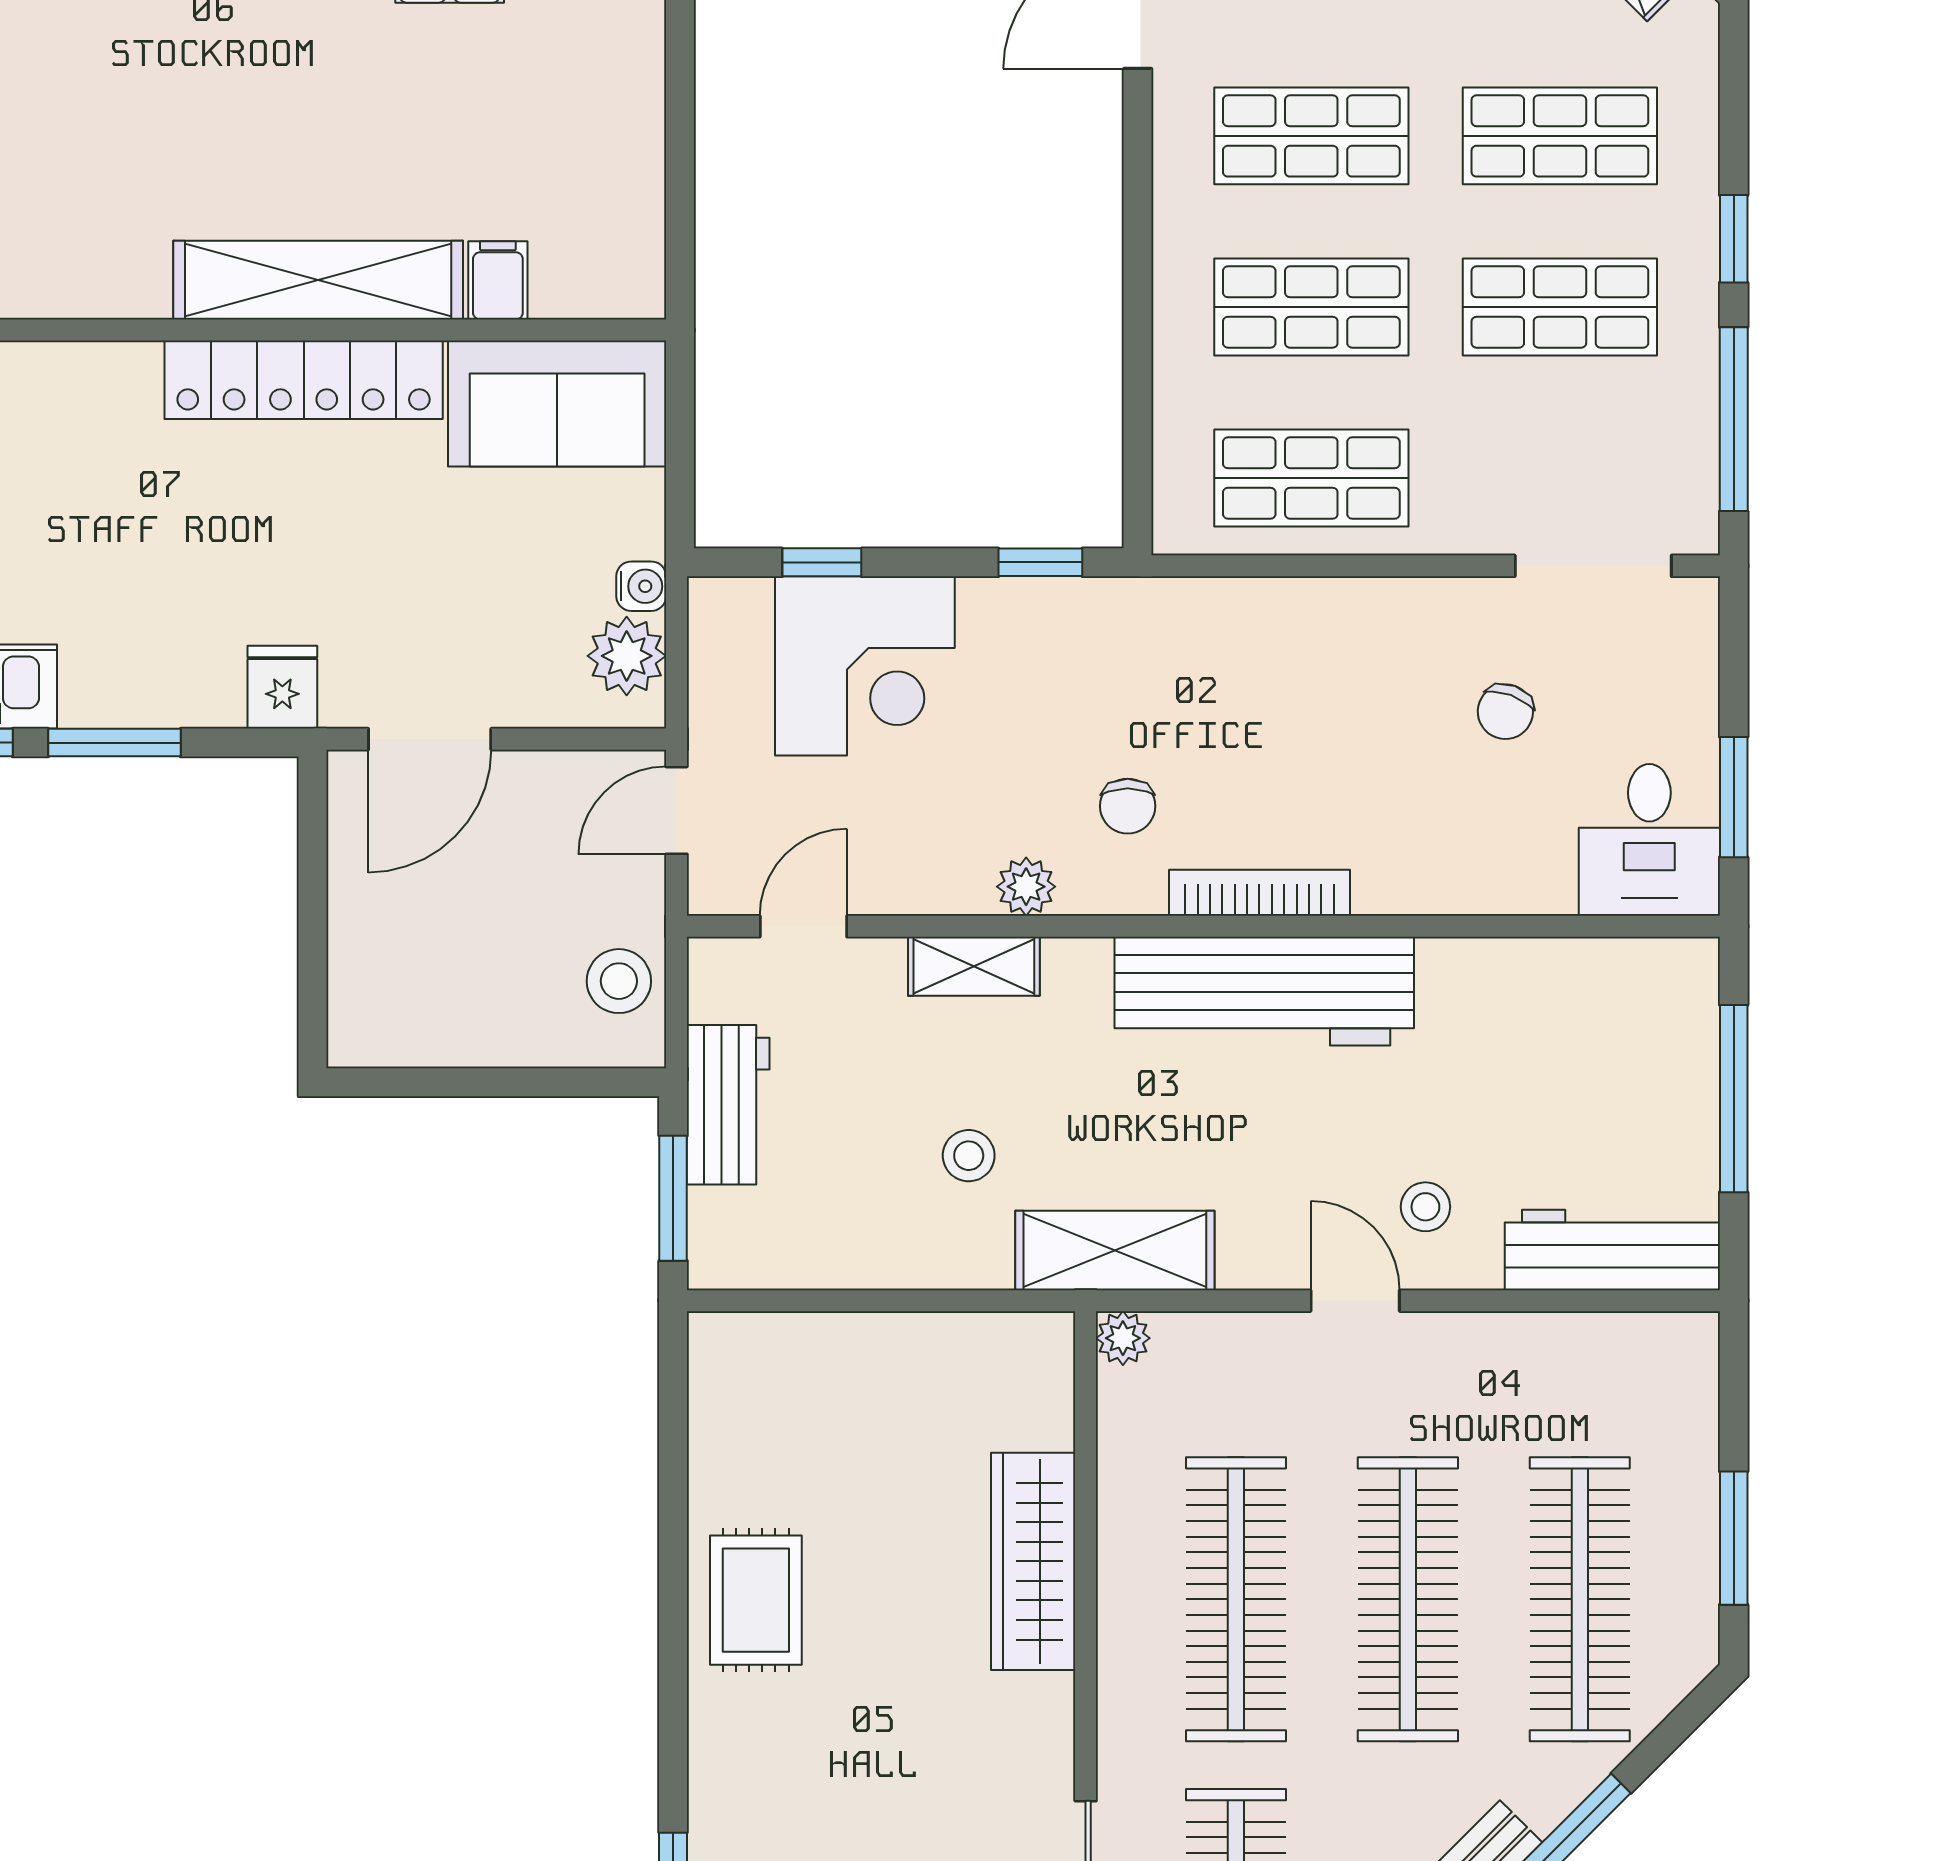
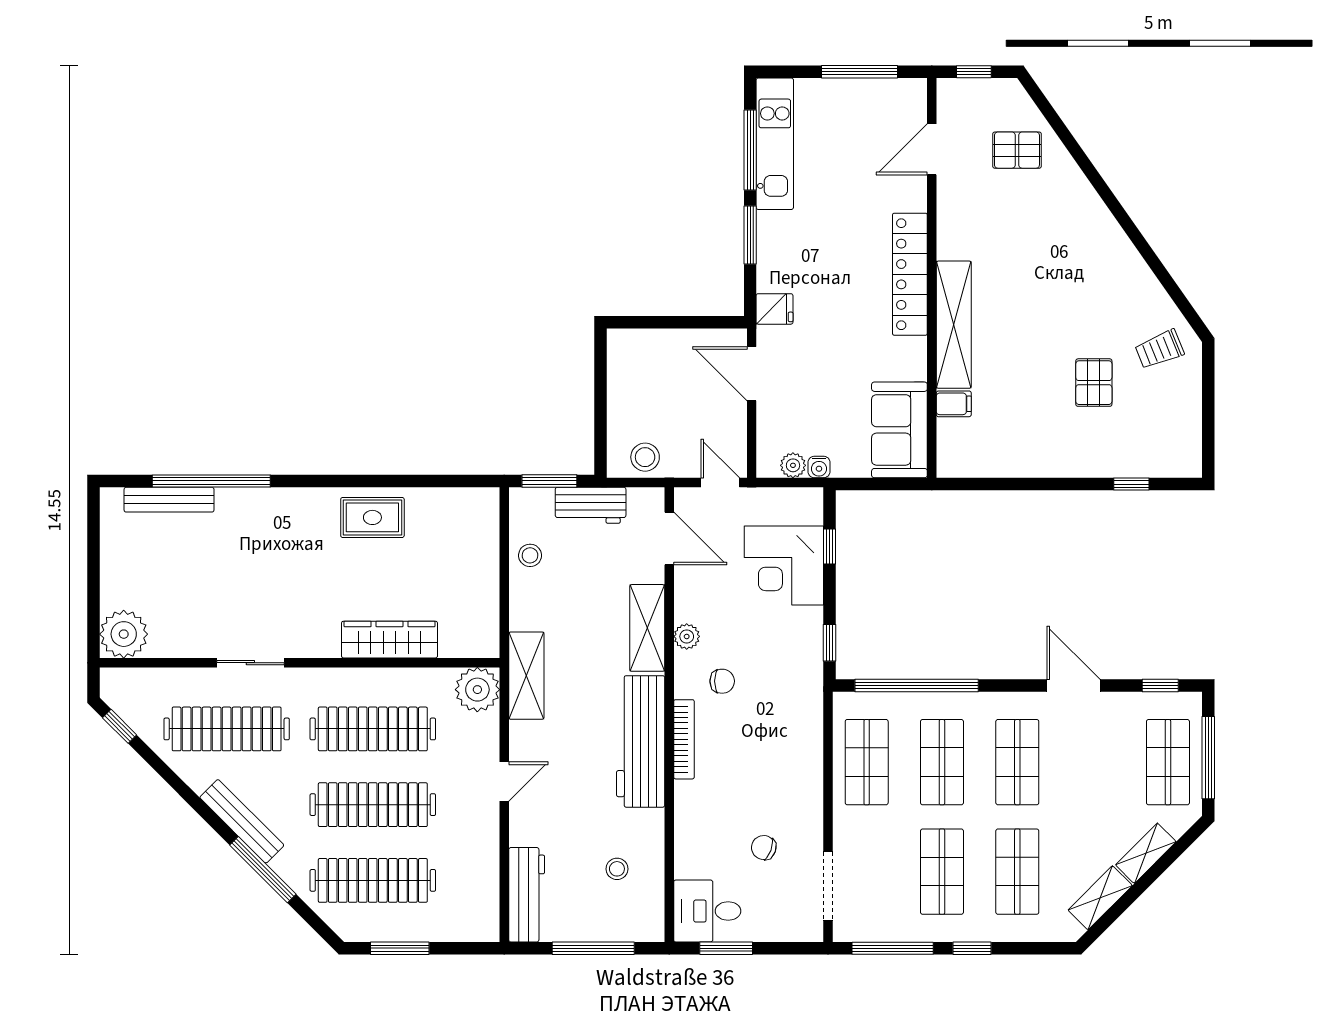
window: (1138, 365) -> (917, 686), added
locker: (304, 380) -> (910, 274), moved
plant: (627, 656) -> (793, 465), width x0.73, depth x0.73
chair: (1128, 806) -> (722, 681), turned 180
door: (803, 926) -> (669, 538), width x1.38
shelving: (974, 966) -> (647, 628), width x1.50, depth x1.33
stool: (969, 1156) -> (530, 555), moved
stool: (1425, 1207) -> (617, 869), moved
plant: (1123, 1338) -> (477, 690), width x1.88, depth x1.88

